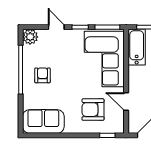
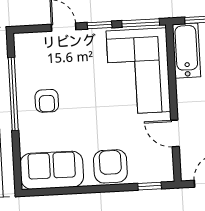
plant: (30, 37) -> (25, 44), removed
armchair: (42, 75) -> (47, 101), turned 180
armchair: (93, 110) -> (110, 166), moved, turned 90

